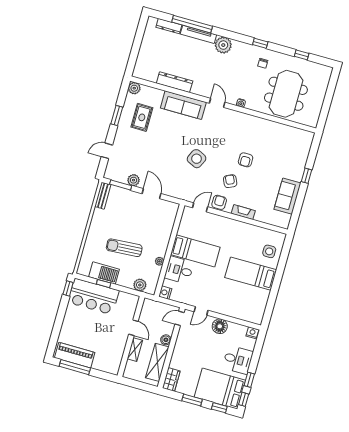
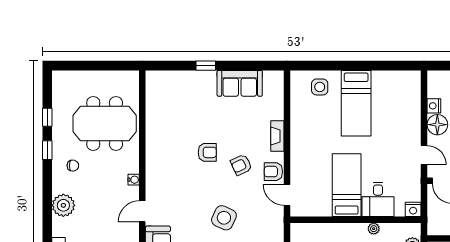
window: (260, 43) -> (47, 150), moved
plant: (223, 45) -> (63, 205), moved
nightstand: (252, 333) -> (434, 106), moved

